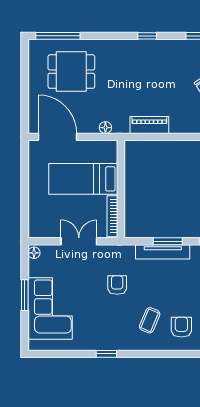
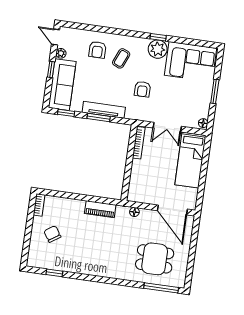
window: (147, 36) -> (92, 278), removed
bed: (83, 179) -> (190, 160), moved, turned 90
corner sofa: (50, 309) -> (191, 62), moved, turned -90
plant: (105, 339) -> (158, 49), added

